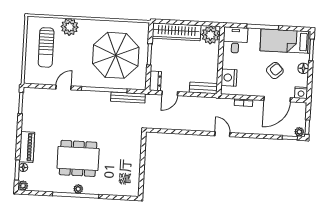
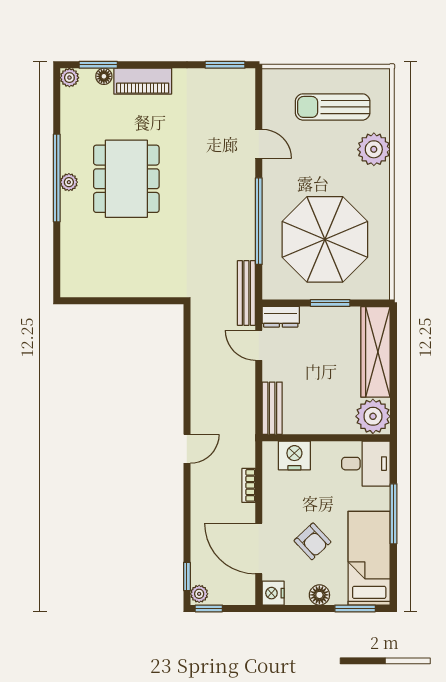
bench: (128, 98) -> (246, 293), moved

